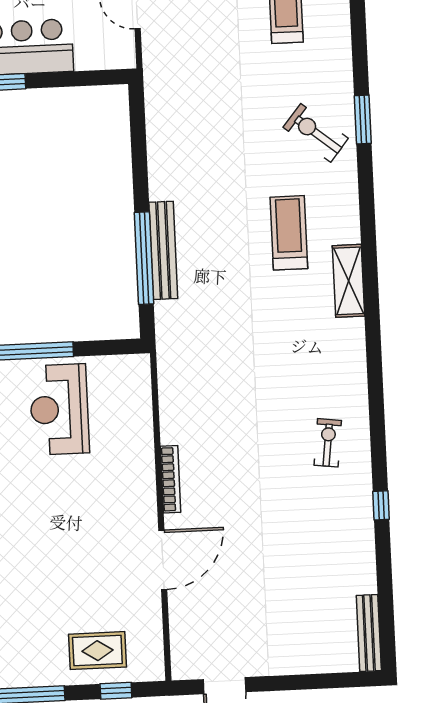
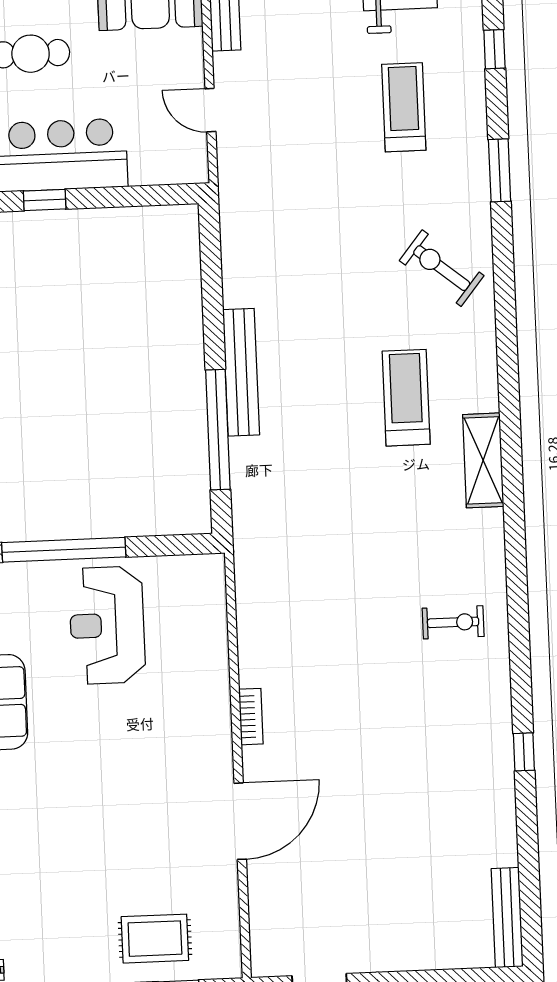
window: (363, 120) -> (500, 170), moved
bench: (163, 250) -> (241, 372), moved
exercise bike: (328, 443) -> (453, 622), moved, turned 83
bookcase: (171, 479) -> (251, 717), width x0.64

